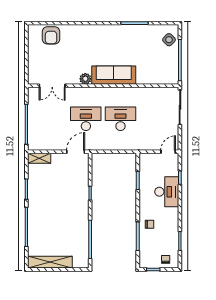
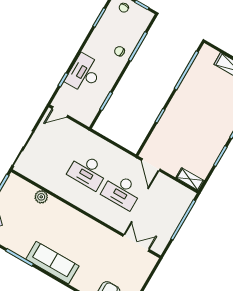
sofa: (114, 75) -> (52, 263), moved, turned 180
plant: (85, 79) -> (41, 197), moved
door: (76, 152) -> (151, 165), hinge flipped

